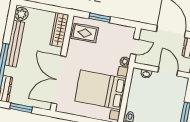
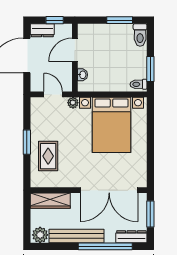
wardrobe: (59, 30) -> (50, 201), moved
wall: (62, 63) -> (89, 190), moved
double door: (59, 80) -> (109, 190), moved

